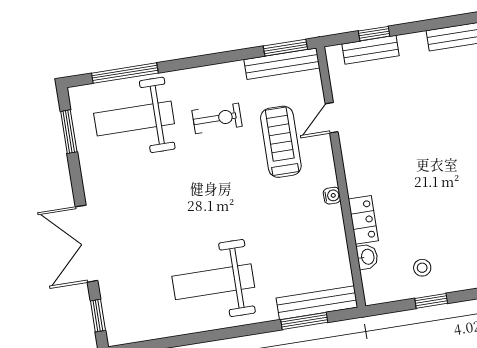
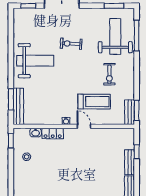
bench: (371, 50) -> (130, 162), moved
bench: (282, 64) -> (130, 112), width x0.73
door: (332, 118) -> (84, 126), moved
exercise bike: (165, 211) -> (71, 44), added
weight bench: (213, 282) -> (35, 61), turned 90
window: (431, 301) -> (11, 141), moved

